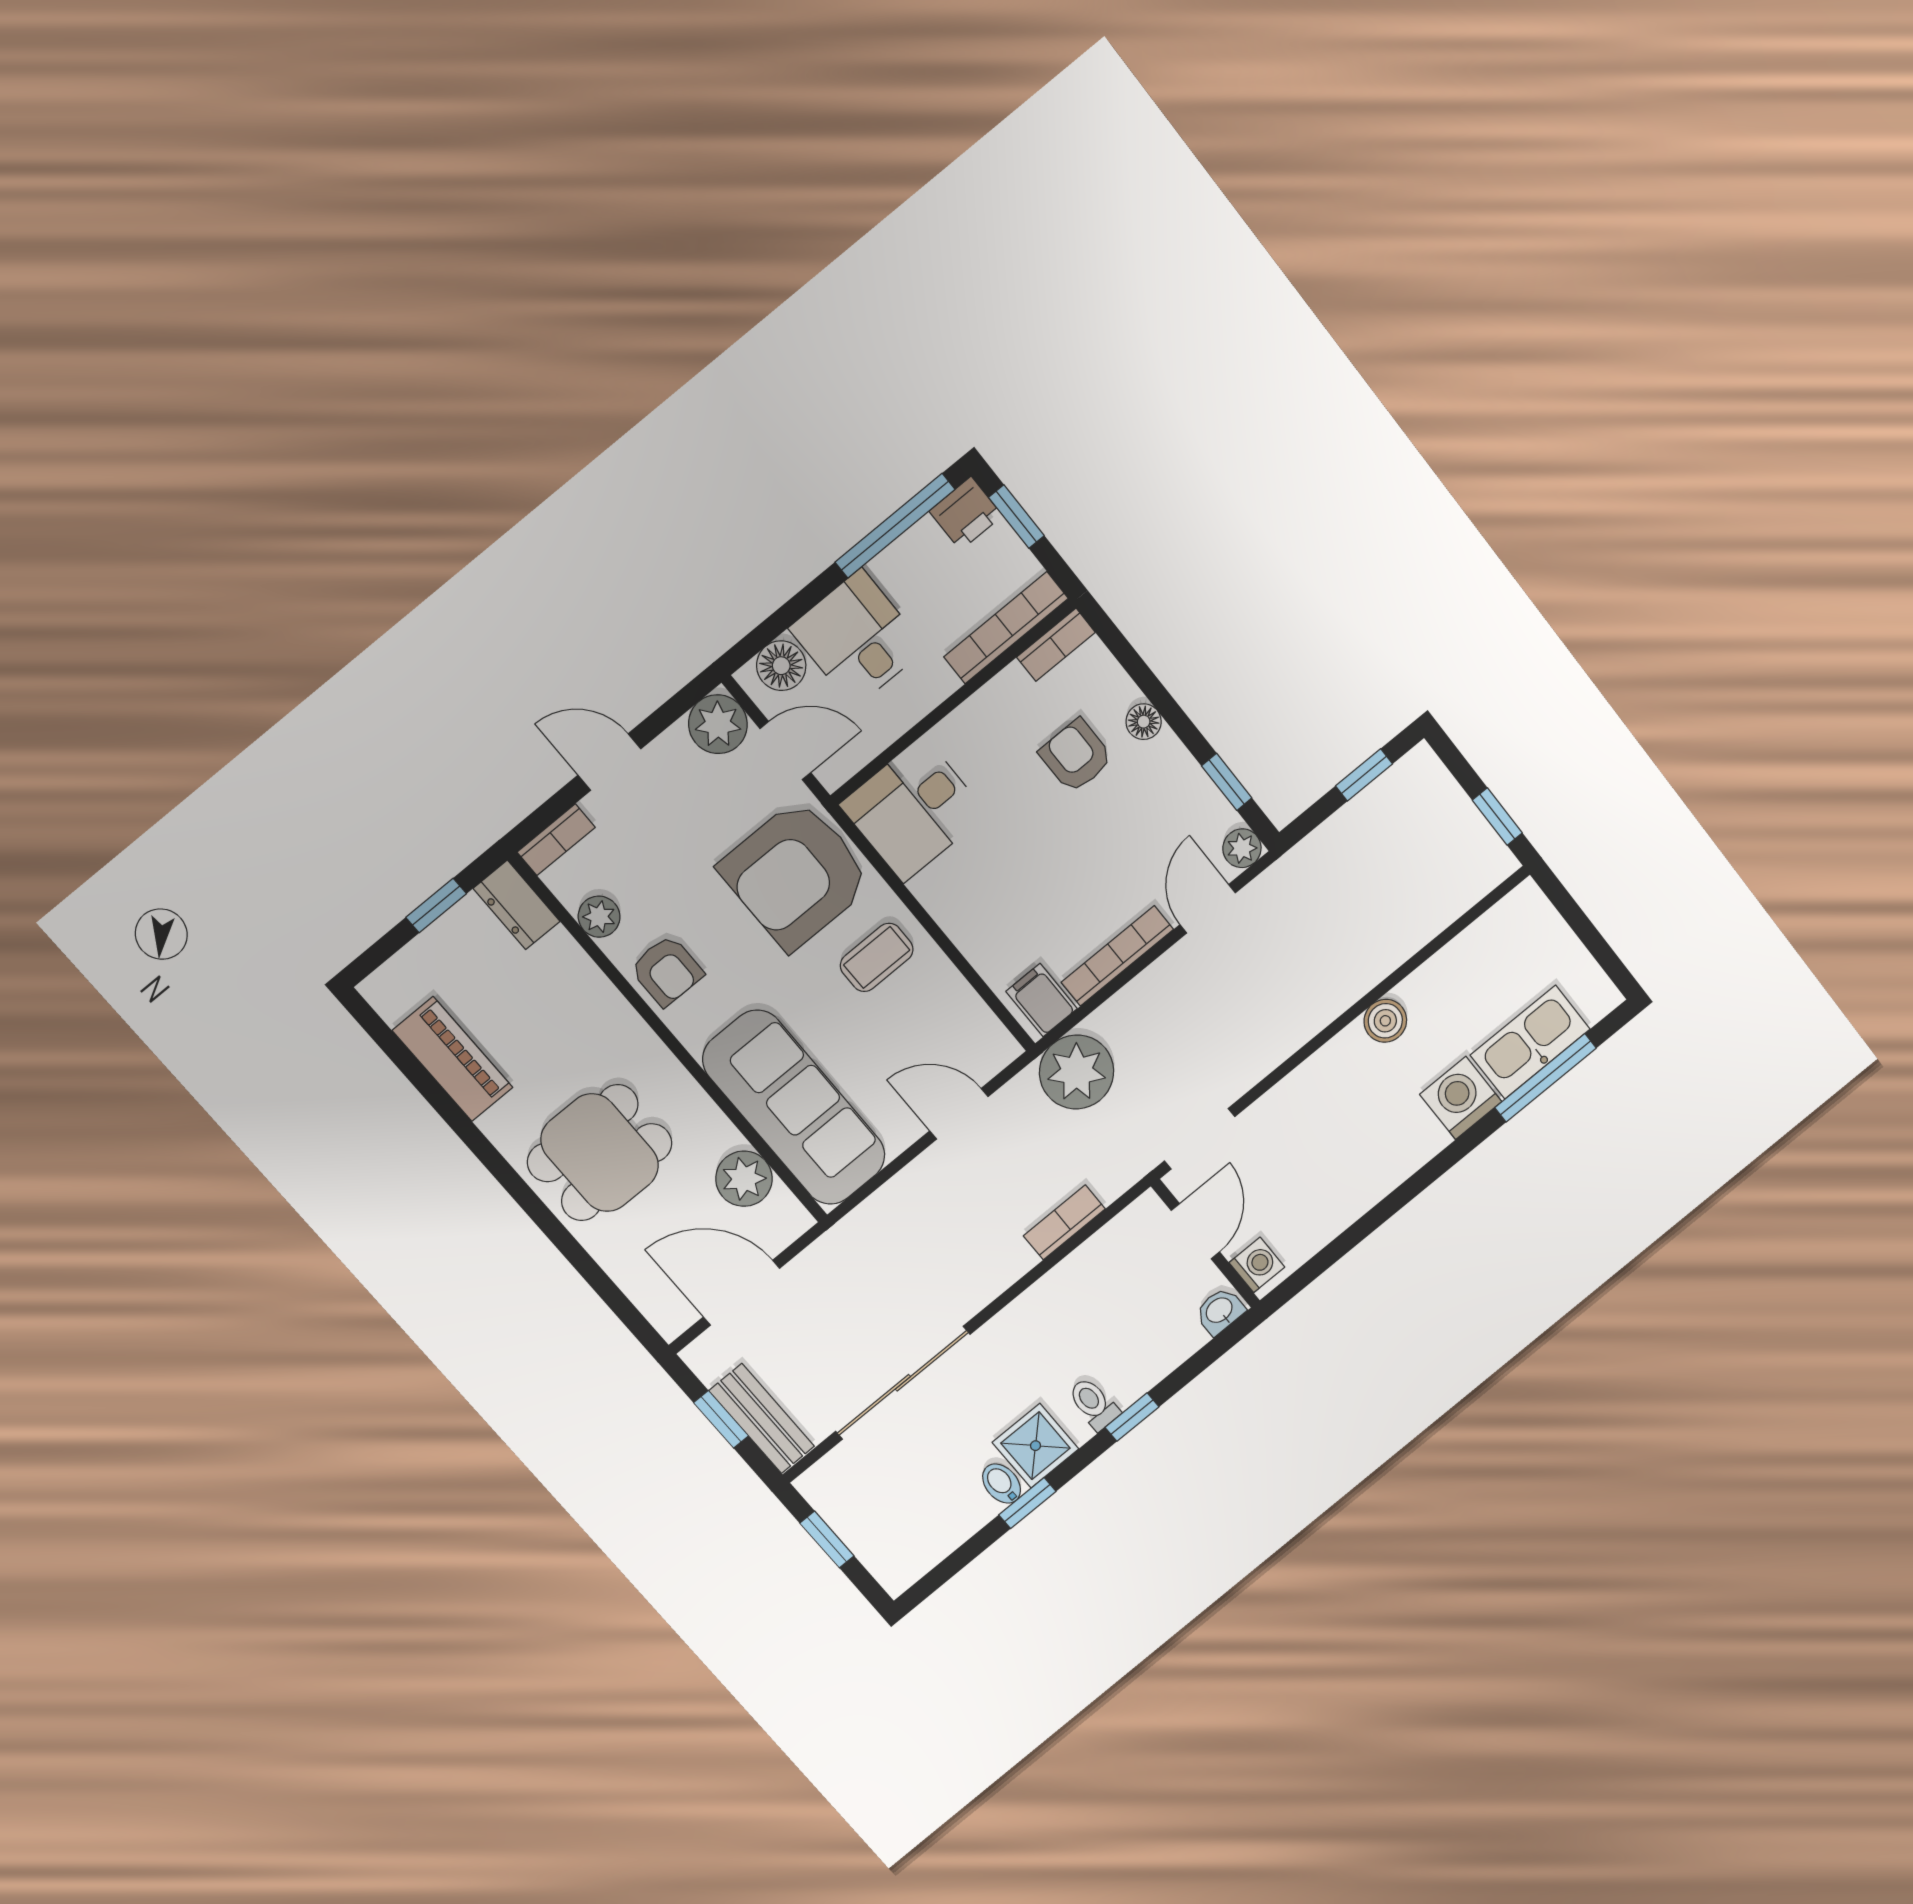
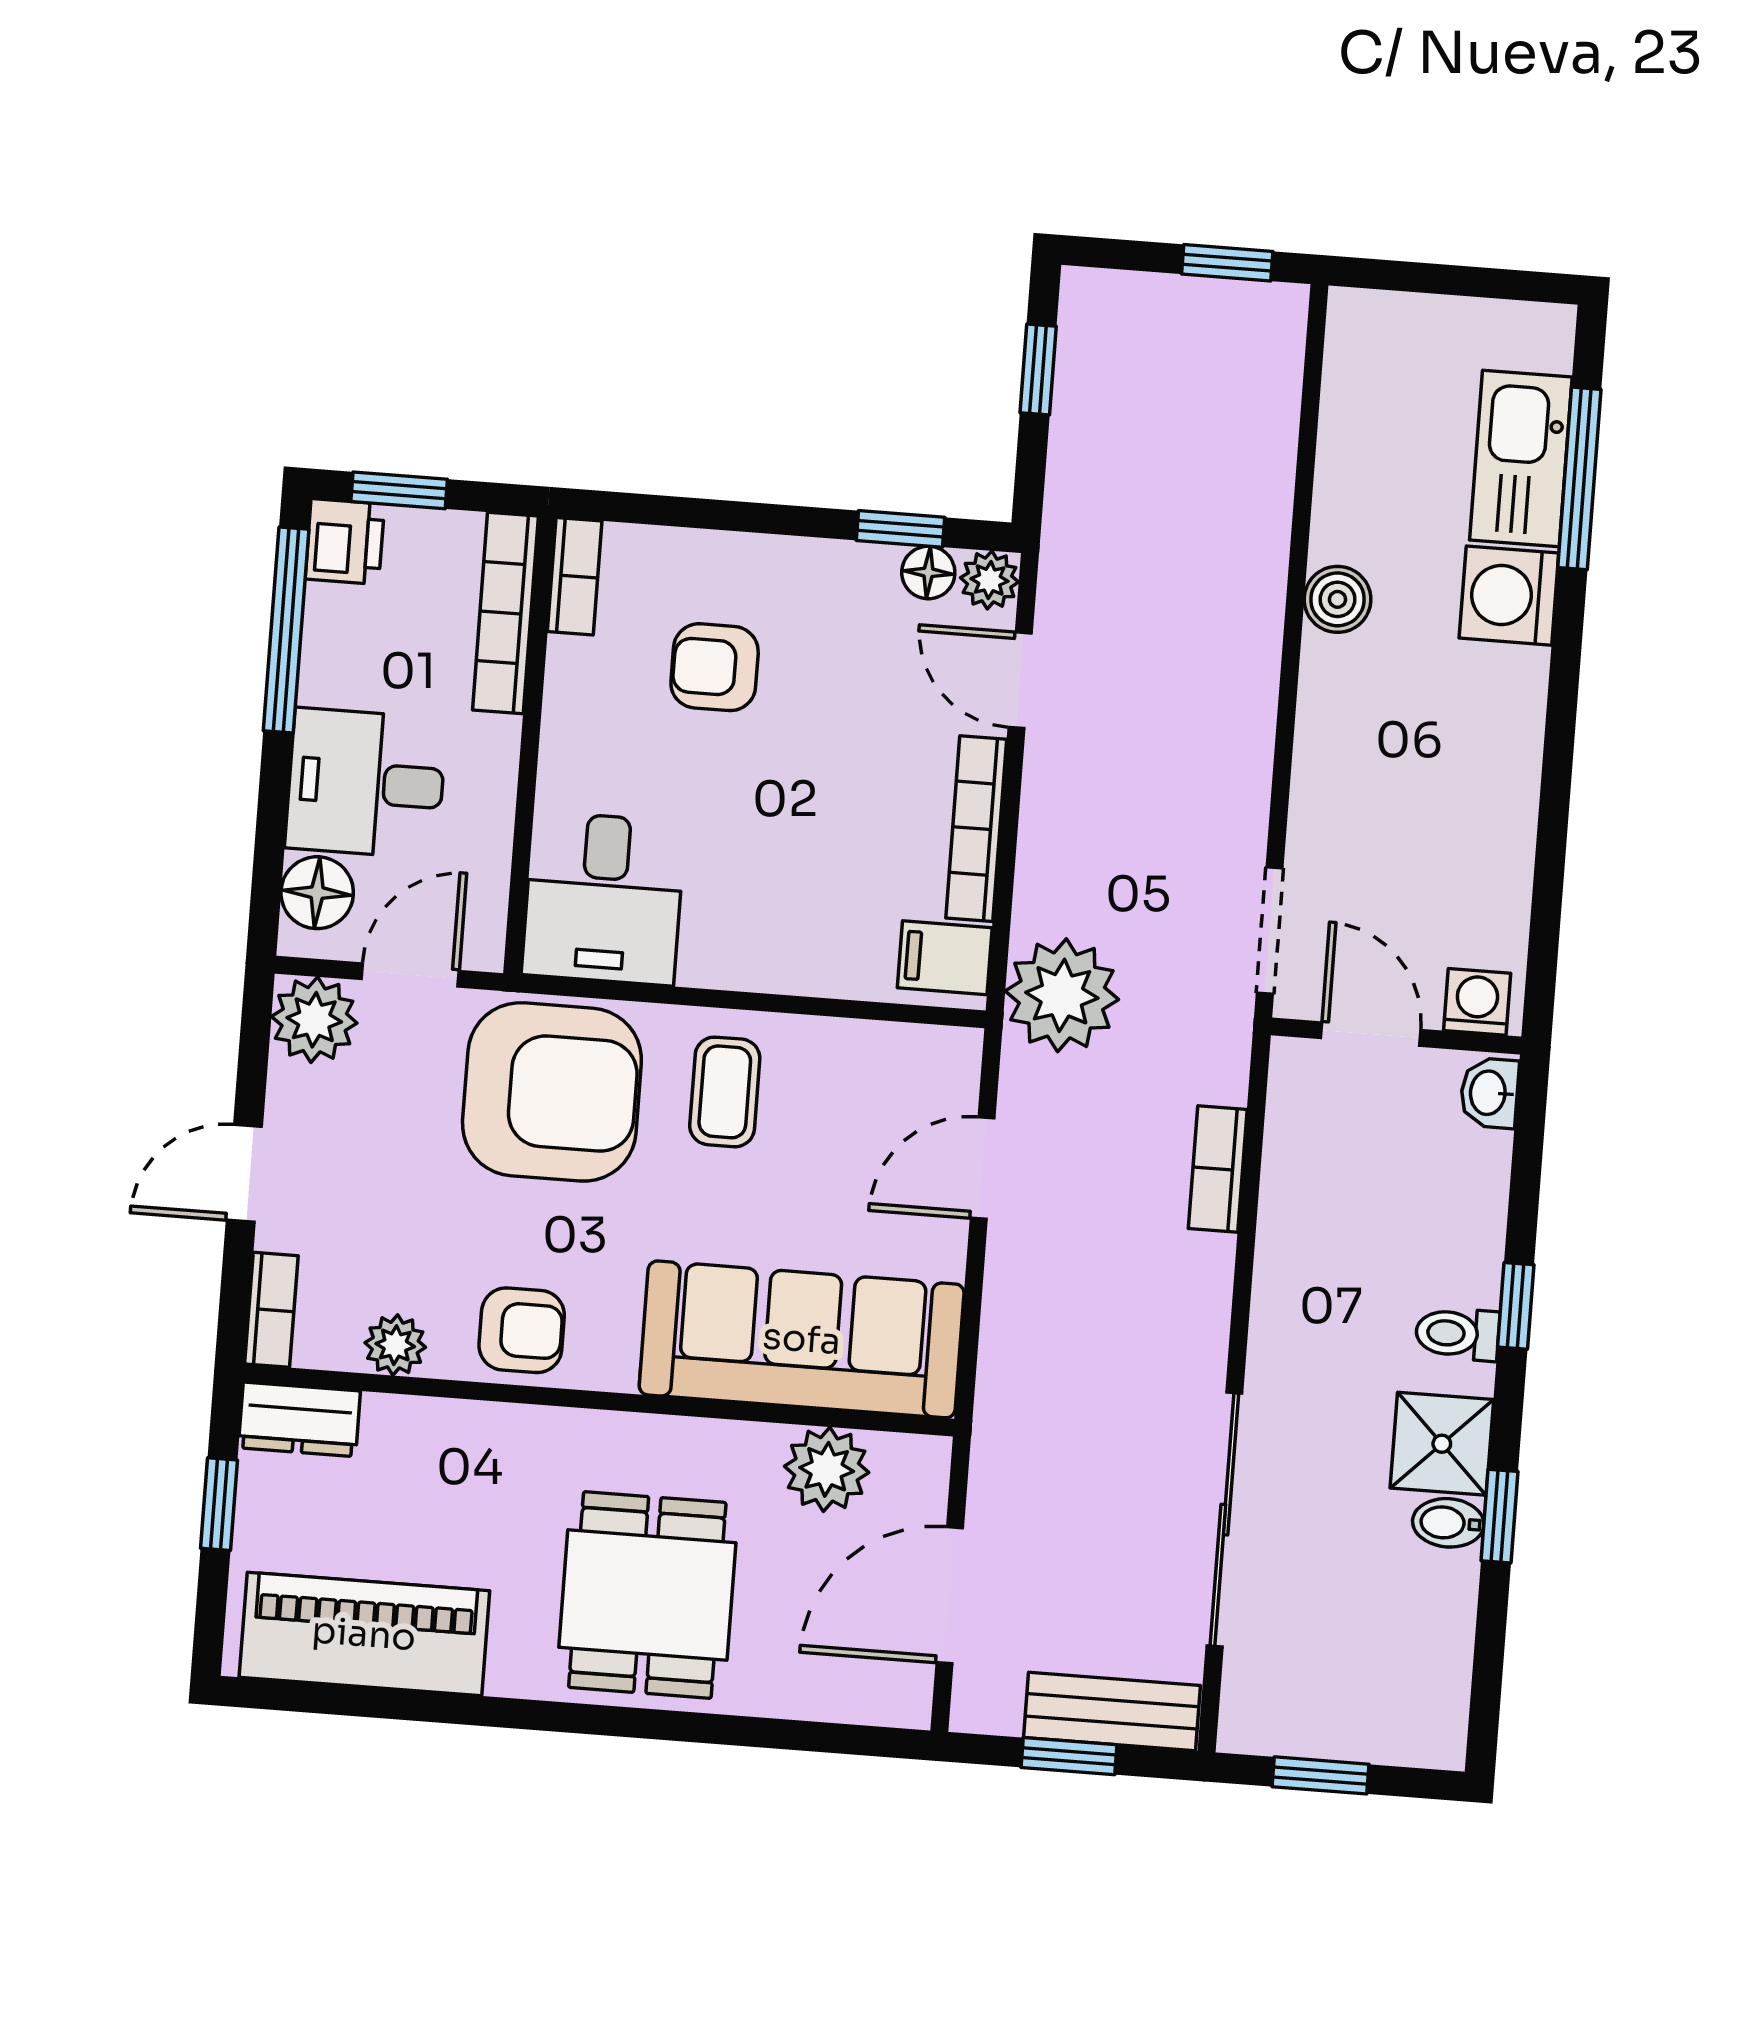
floor lamp: (1144, 722) -> (928, 572), moved
armchair: (796, 874) -> (552, 1092), turned -90
piano: (453, 1059) -> (364, 1634), width x1.37, depth x1.33

